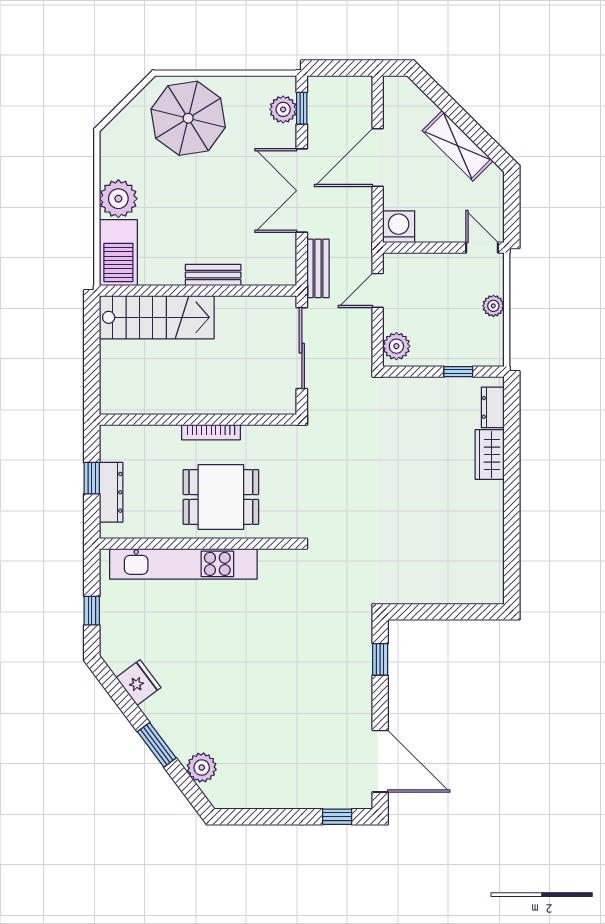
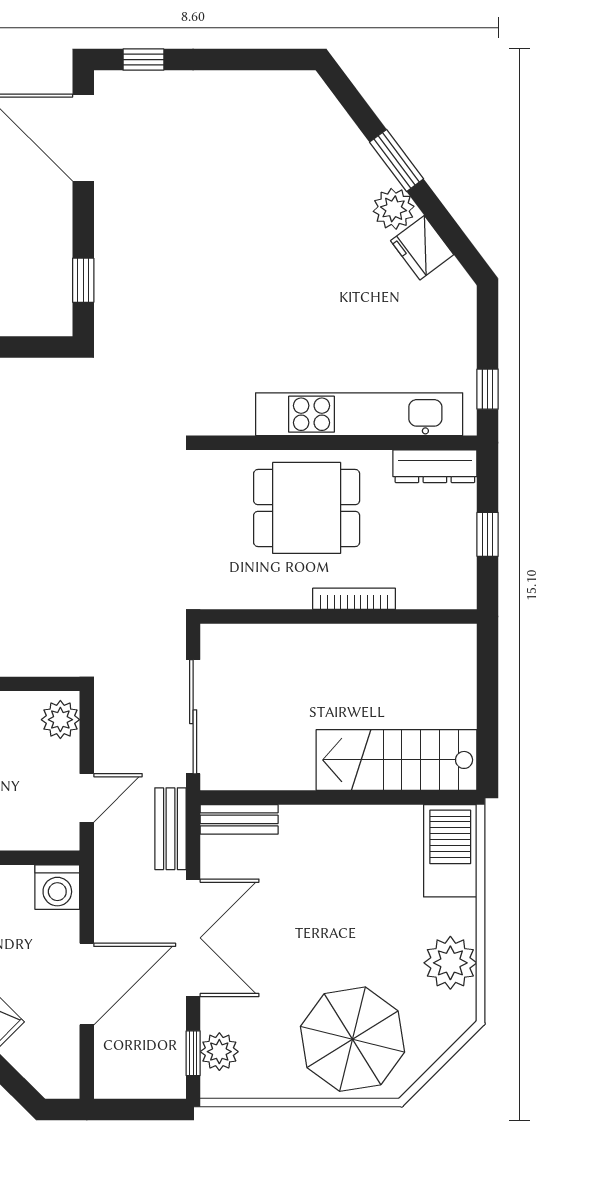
plant: (118, 199) -> (450, 963), moved
bench: (213, 275) -> (239, 819), moved
bookcase: (211, 432) -> (354, 599), moved
dresser: (111, 492) -> (435, 466), moved, turned -90
window: (92, 611) -> (488, 389), moved
plant: (202, 767) -> (394, 209), moved

